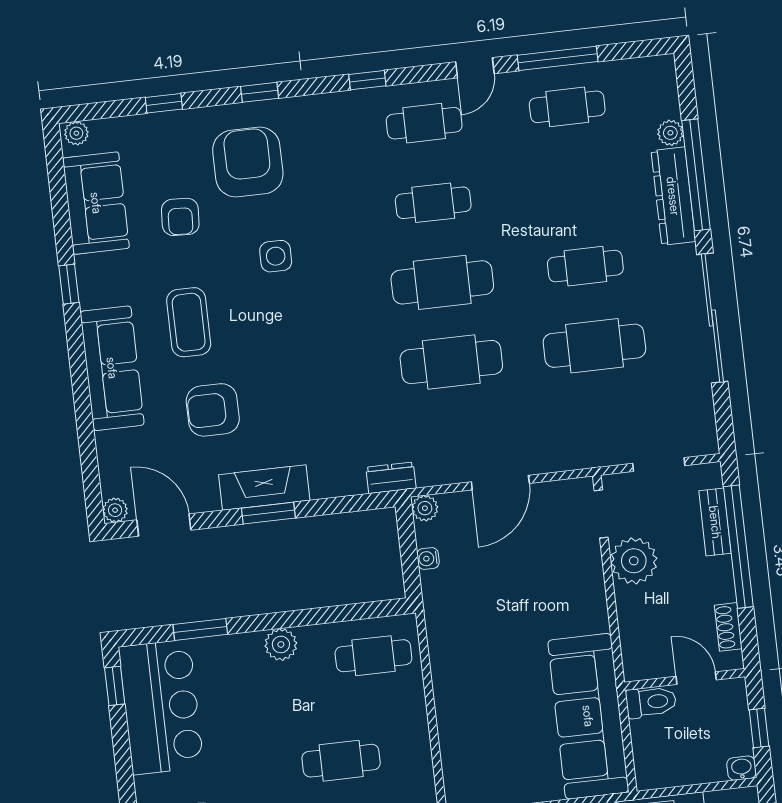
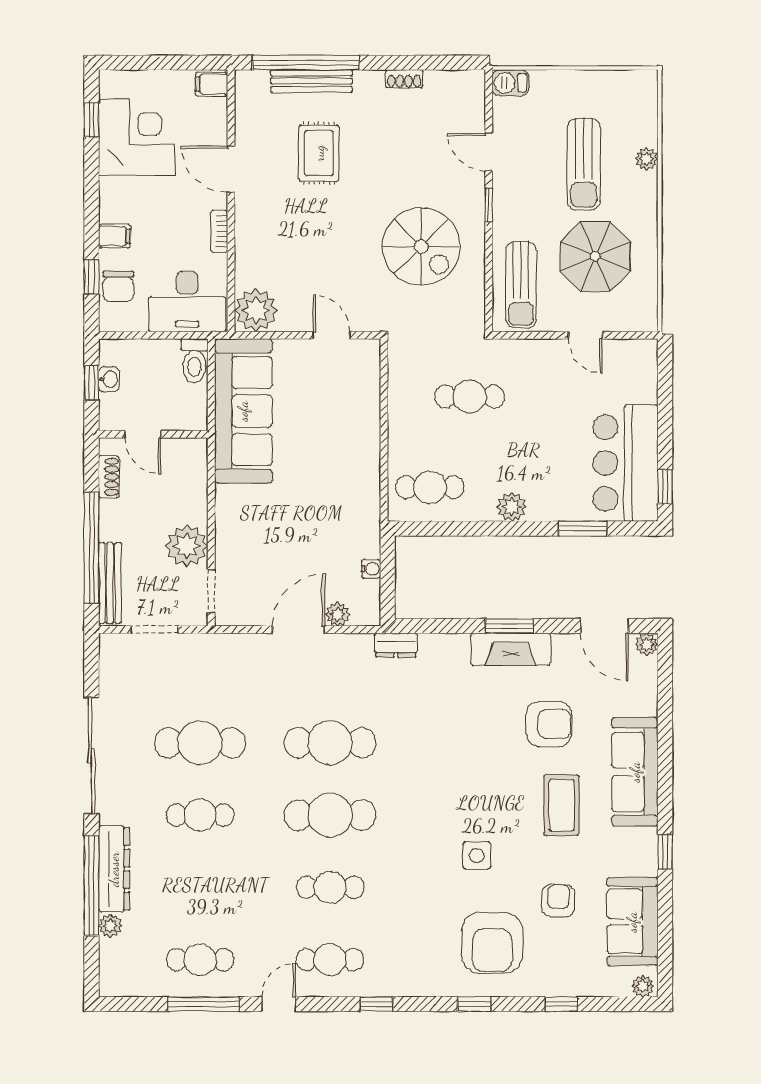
plant: (425, 508) -> (338, 614), moved
bench: (715, 522) -> (110, 583), width x1.36
toilet: (651, 702) -> (194, 361), moved, turned -90
washbasin: (742, 768) -> (109, 379), moved, turned -90

